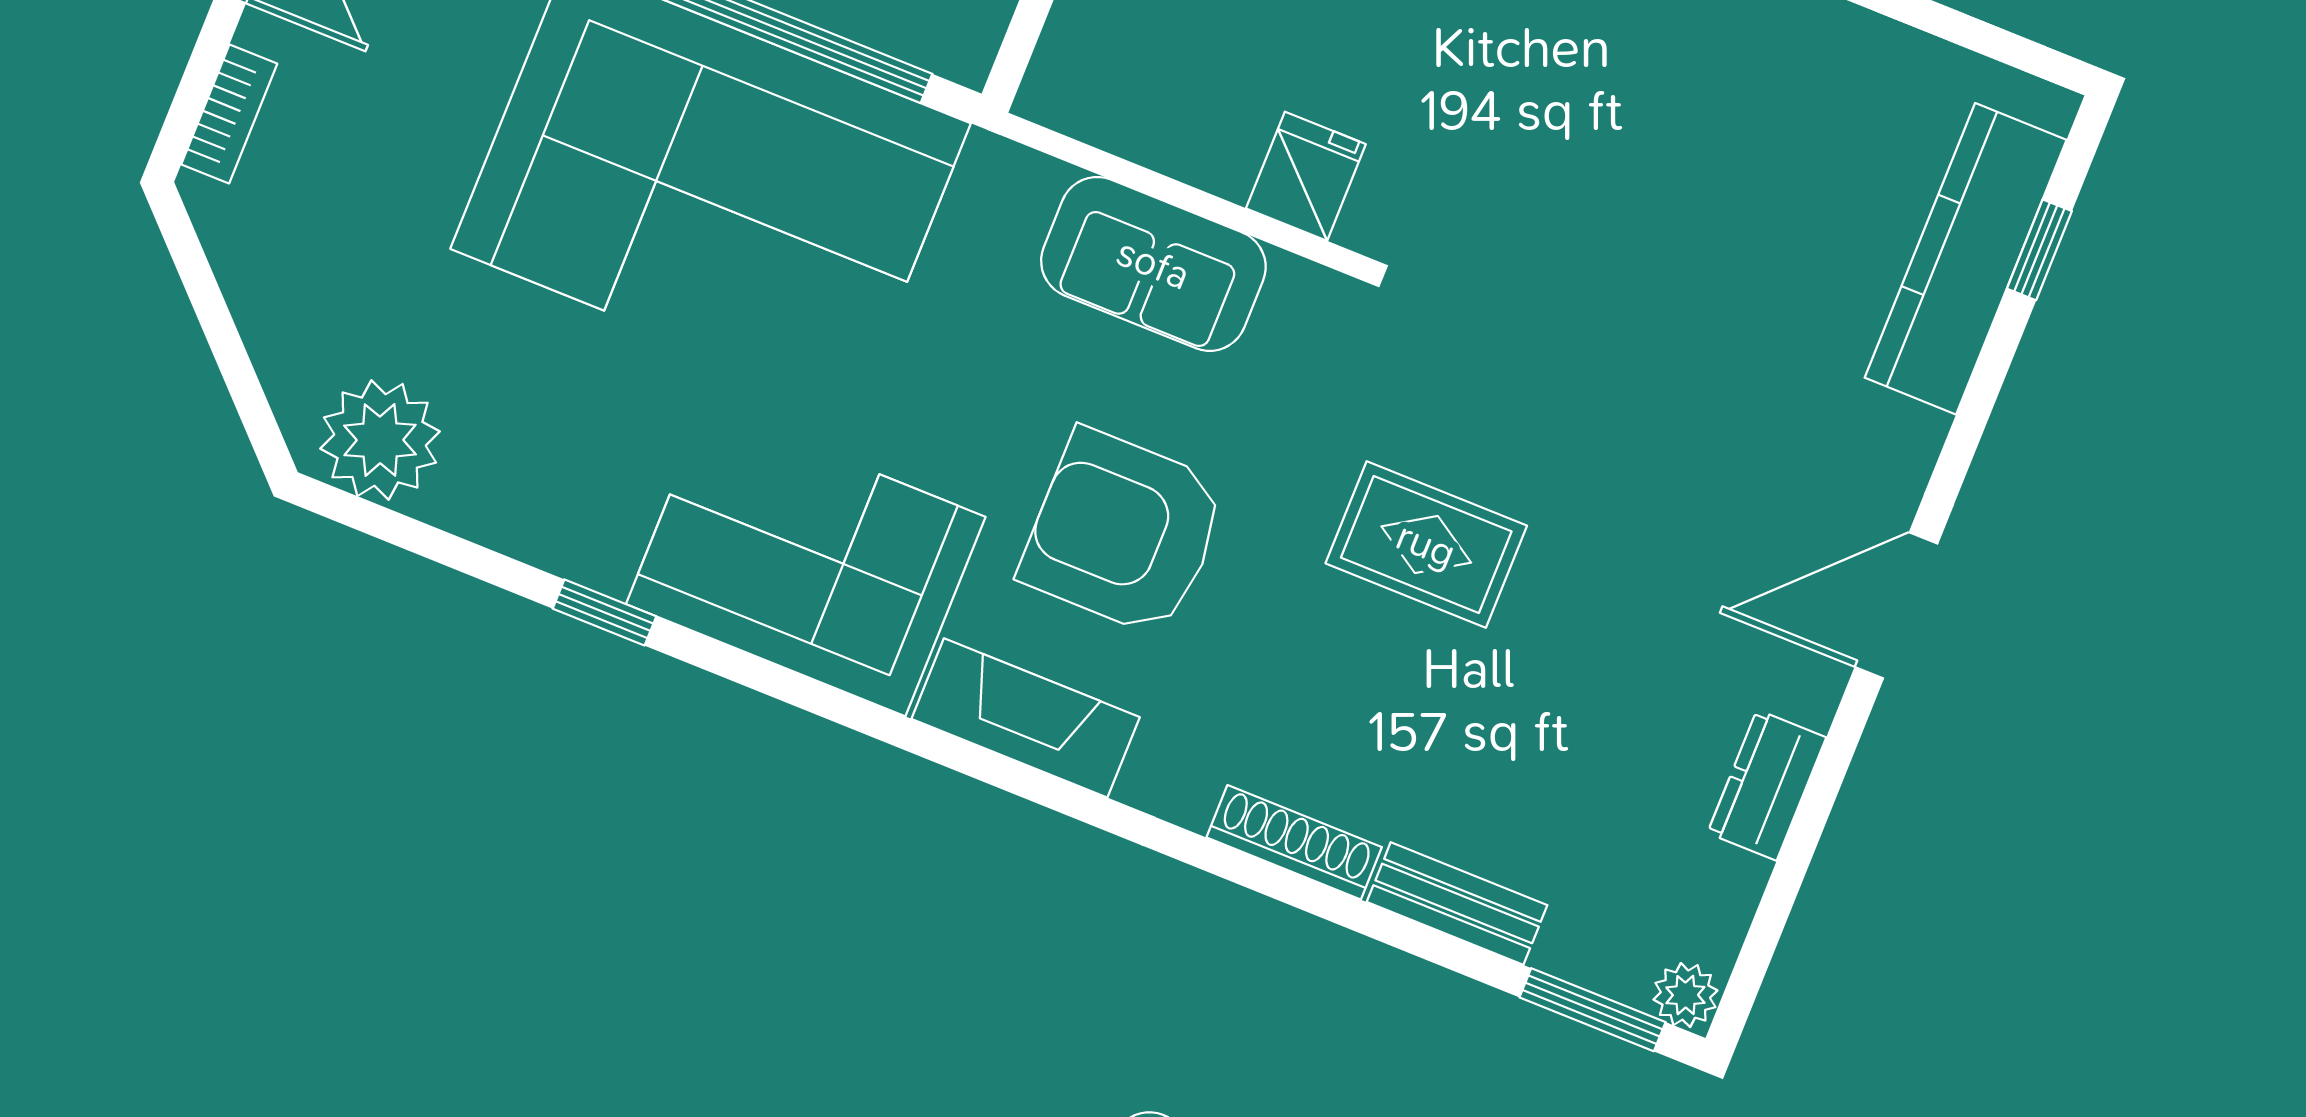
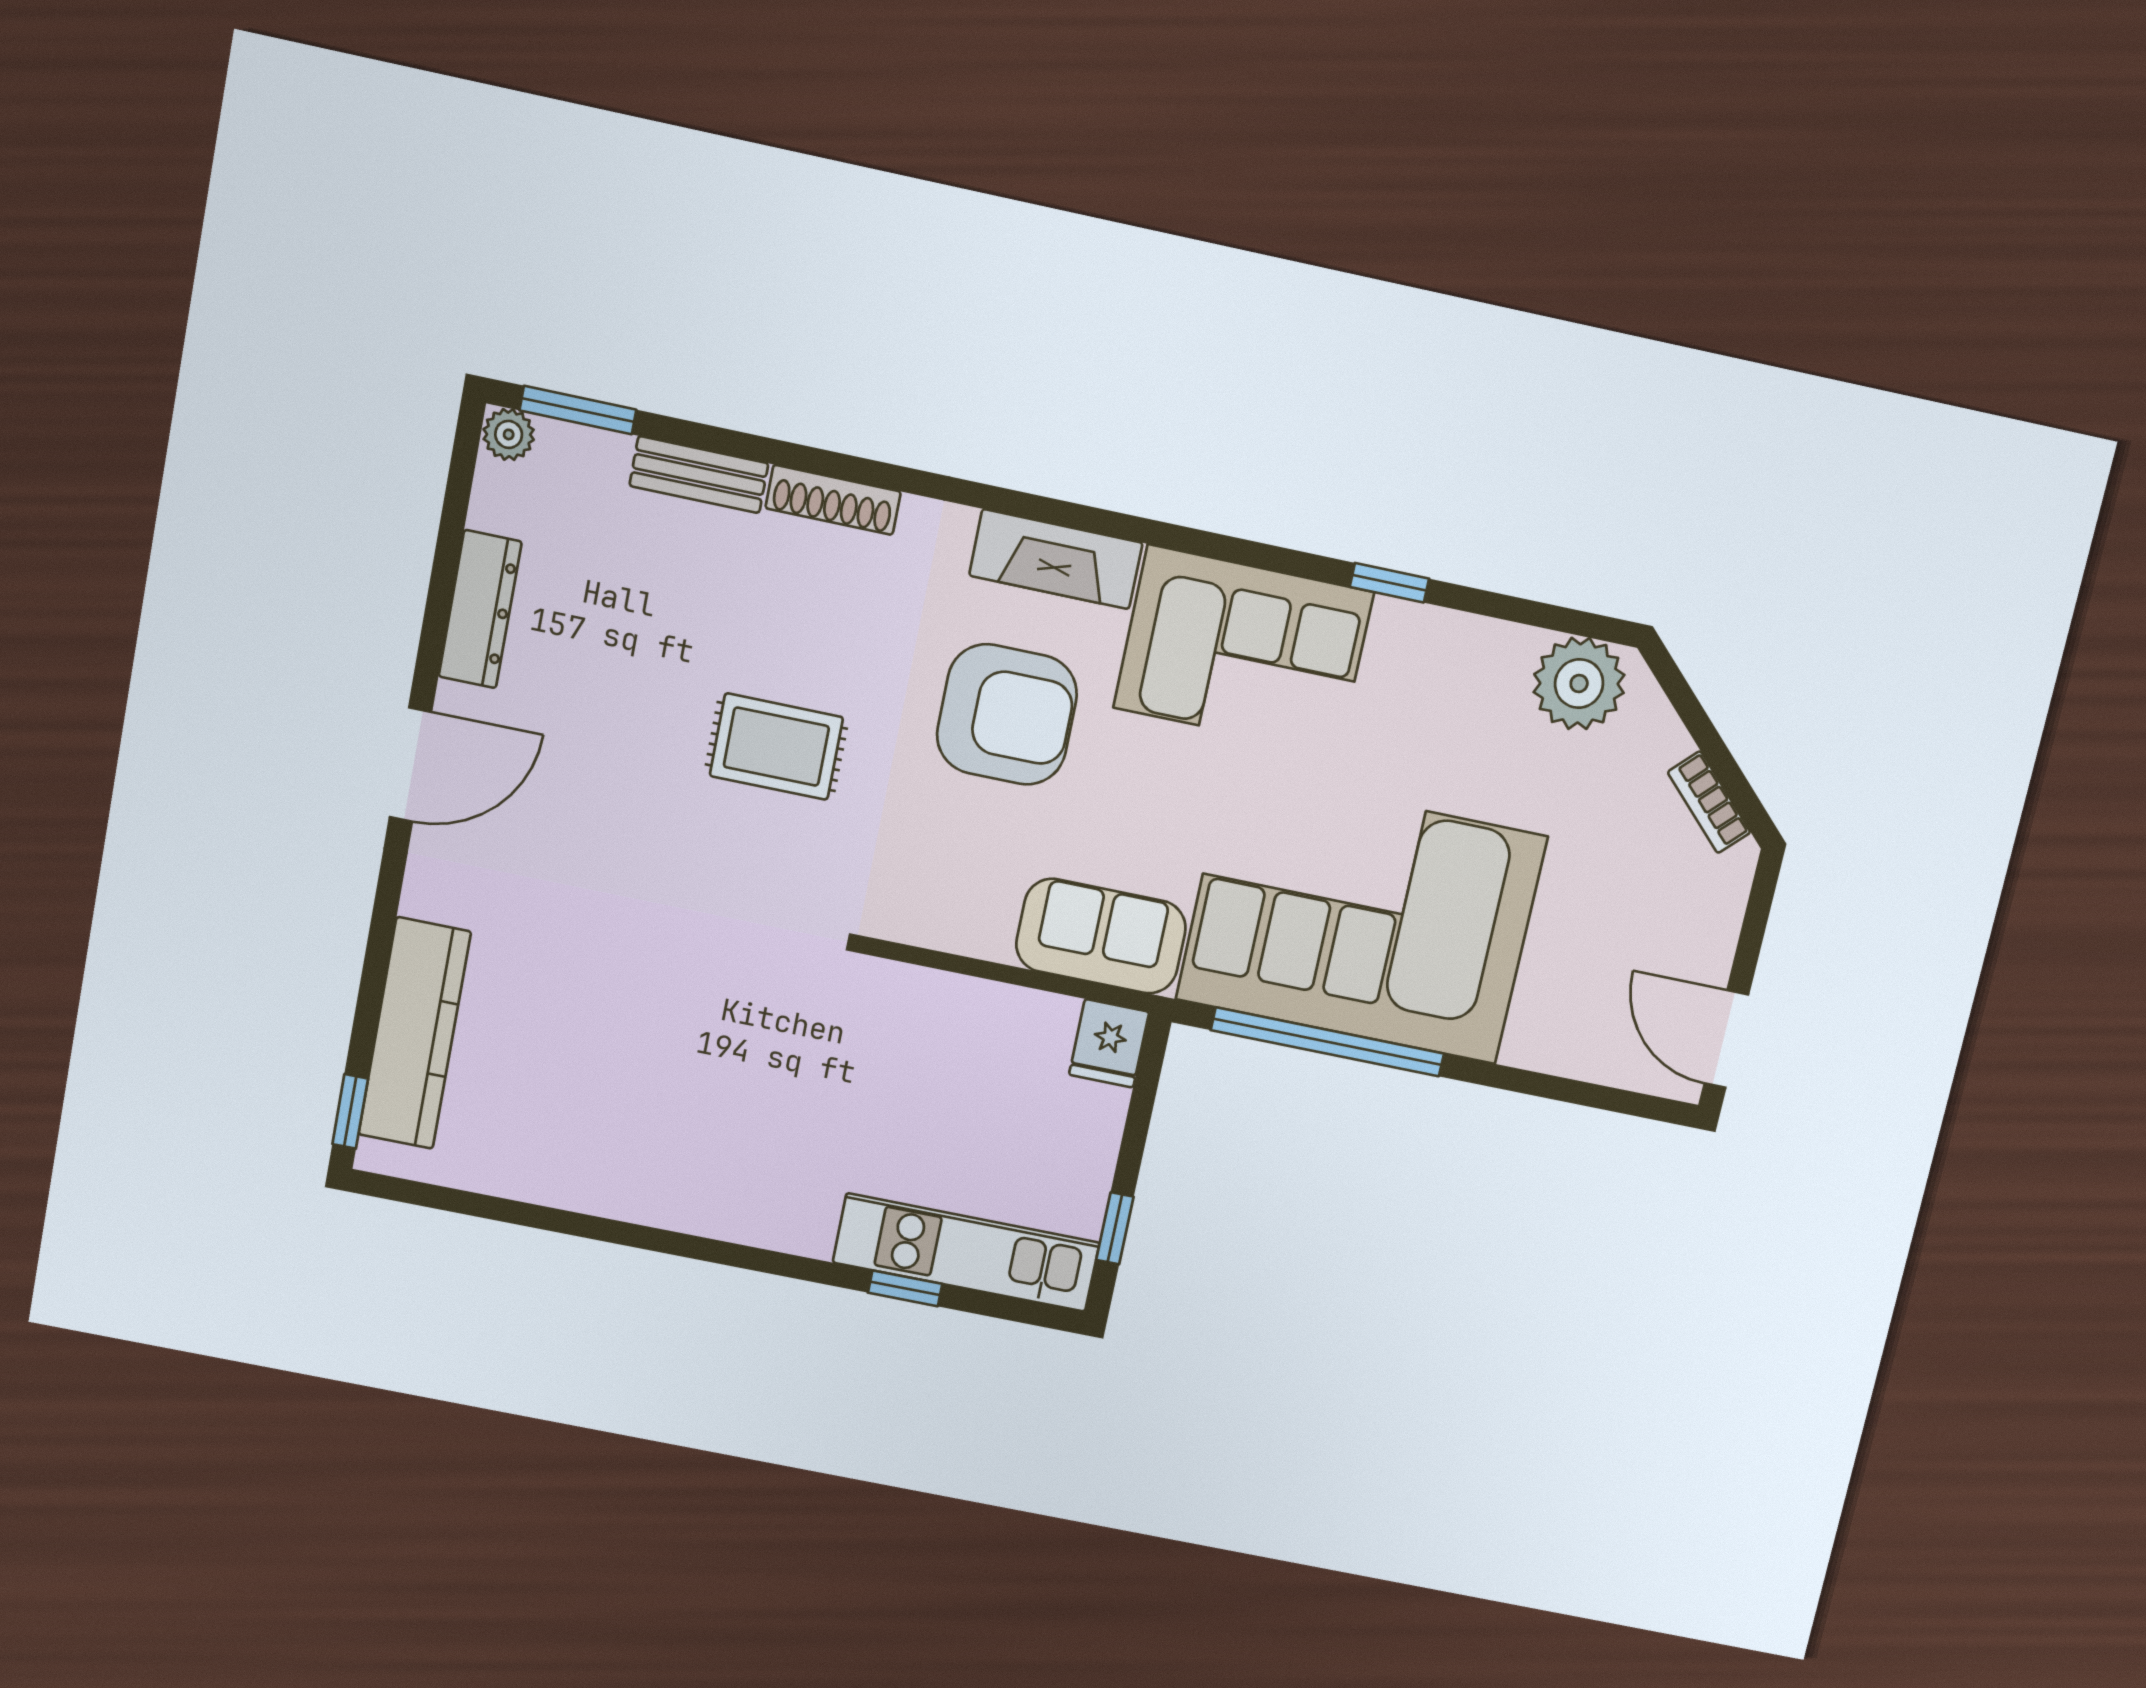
bookcase: (229, 114) -> (1709, 802), moved, turned -45
fridge: (1306, 176) -> (1109, 1043), moved
window: (2039, 250) -> (350, 1111), moved
sofa: (1153, 264) -> (1101, 936), moved
dresser: (1767, 785) -> (480, 609), width x1.44

